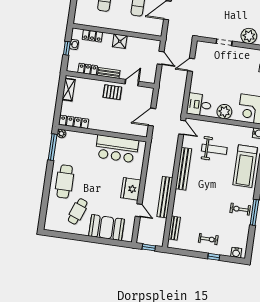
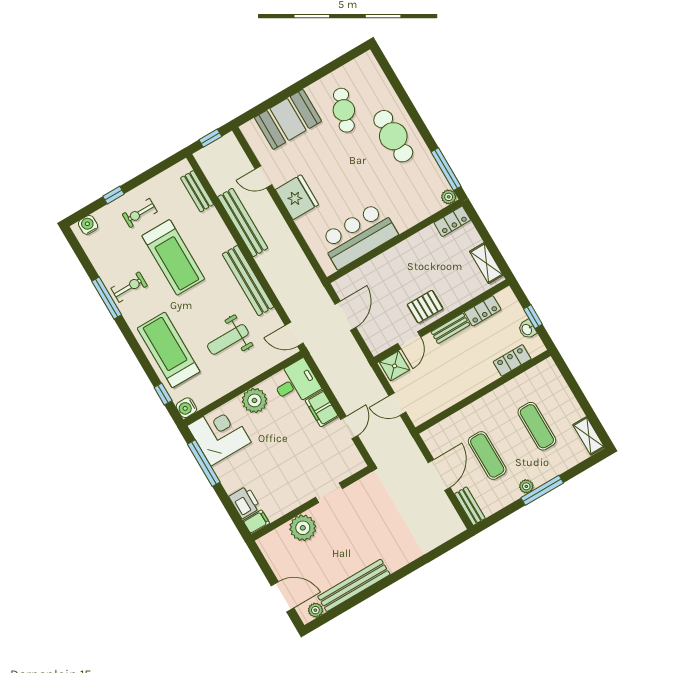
shower: (120, 41) -> (395, 366), moved
filing cabinet: (197, 83) -> (322, 409), added
locker: (74, 122) -> (452, 221), width x0.66
treadmill: (209, 207) -> (173, 257), added

